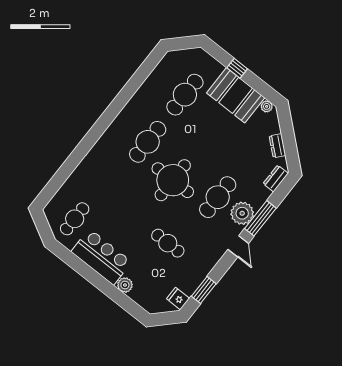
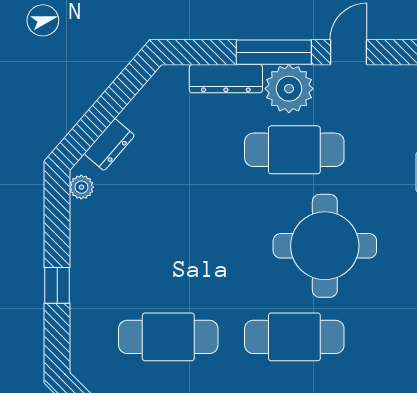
booth: (236, 95) -> (104, 253), removed
dresser: (277, 146) -> (109, 145), moved
dresser: (276, 178) -> (226, 79), moved, width x1.44

